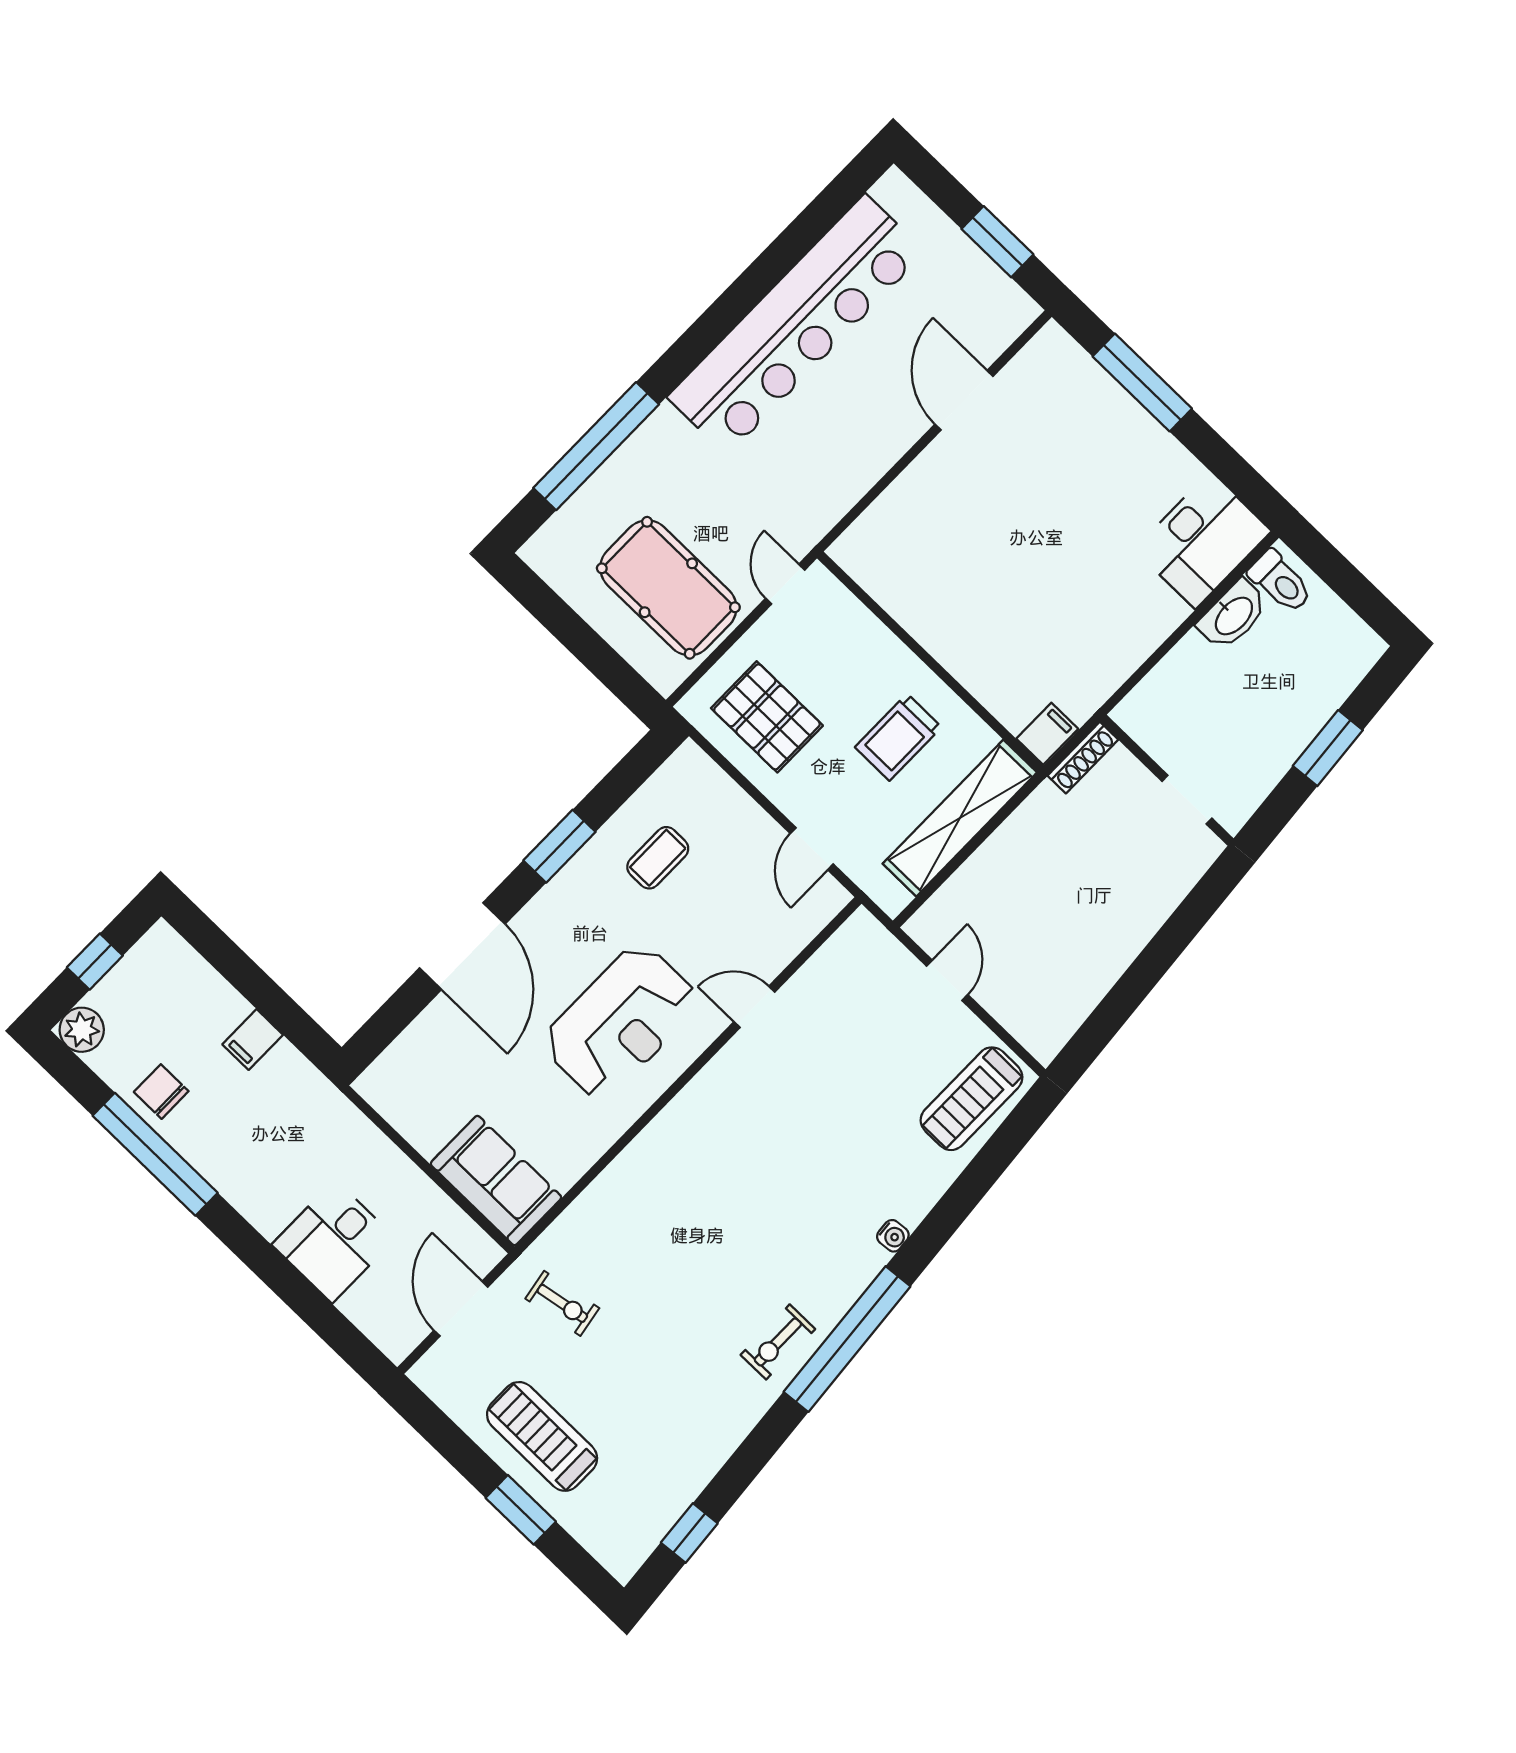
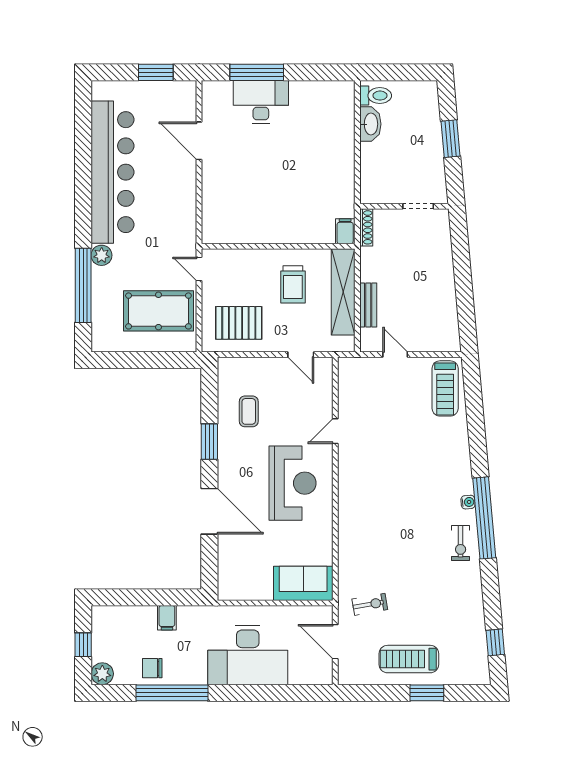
plant: (664, 429) -> (102, 255), added
desk: (1203, 540) -> (261, 102), moved, turned -90
bench: (978, 872) -> (368, 305), added
water cooler: (893, 1236) -> (468, 502), moved
desk: (334, 1241) -> (248, 655), width x1.87, depth x1.30

